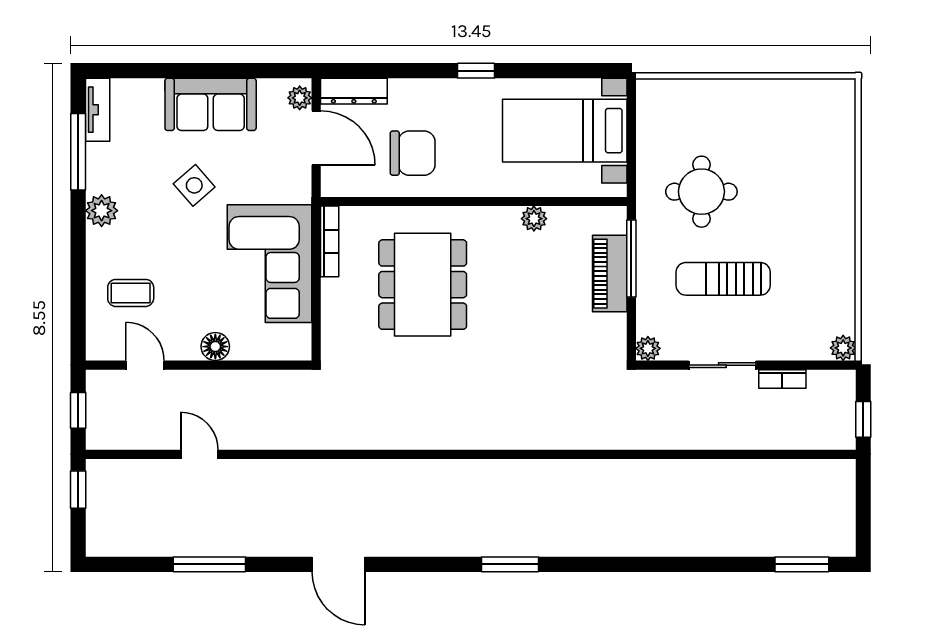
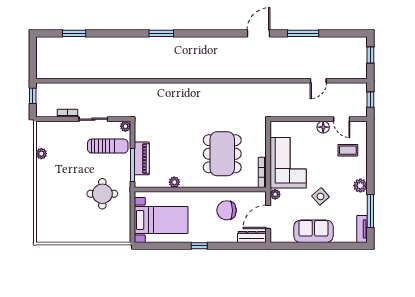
plant: (300, 98) -> (275, 194), moved
door: (316, 138) -> (268, 217), hinge flipped
sun lounger: (723, 279) -> (108, 146), moved
floor lamp: (215, 347) -> (323, 127), moved
plant: (843, 348) -> (41, 154), moved
door: (199, 454) -> (318, 81), hinge flipped
window: (78, 490) -> (370, 55), moved
window: (209, 564) -> (303, 33), moved
door: (338, 564) -> (258, 33), hinge flipped
window: (510, 564) -> (161, 33), moved
window: (802, 564) -> (74, 33), moved

